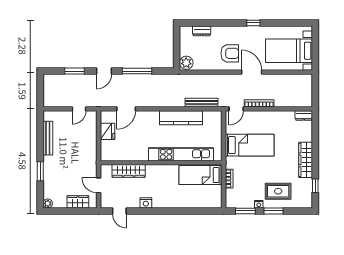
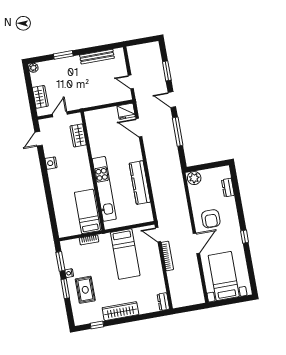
bench: (202, 103) -> (158, 200), removed
fridge: (107, 131) -> (126, 111), moved
wardrobe: (129, 171) -> (78, 135), width x0.67

